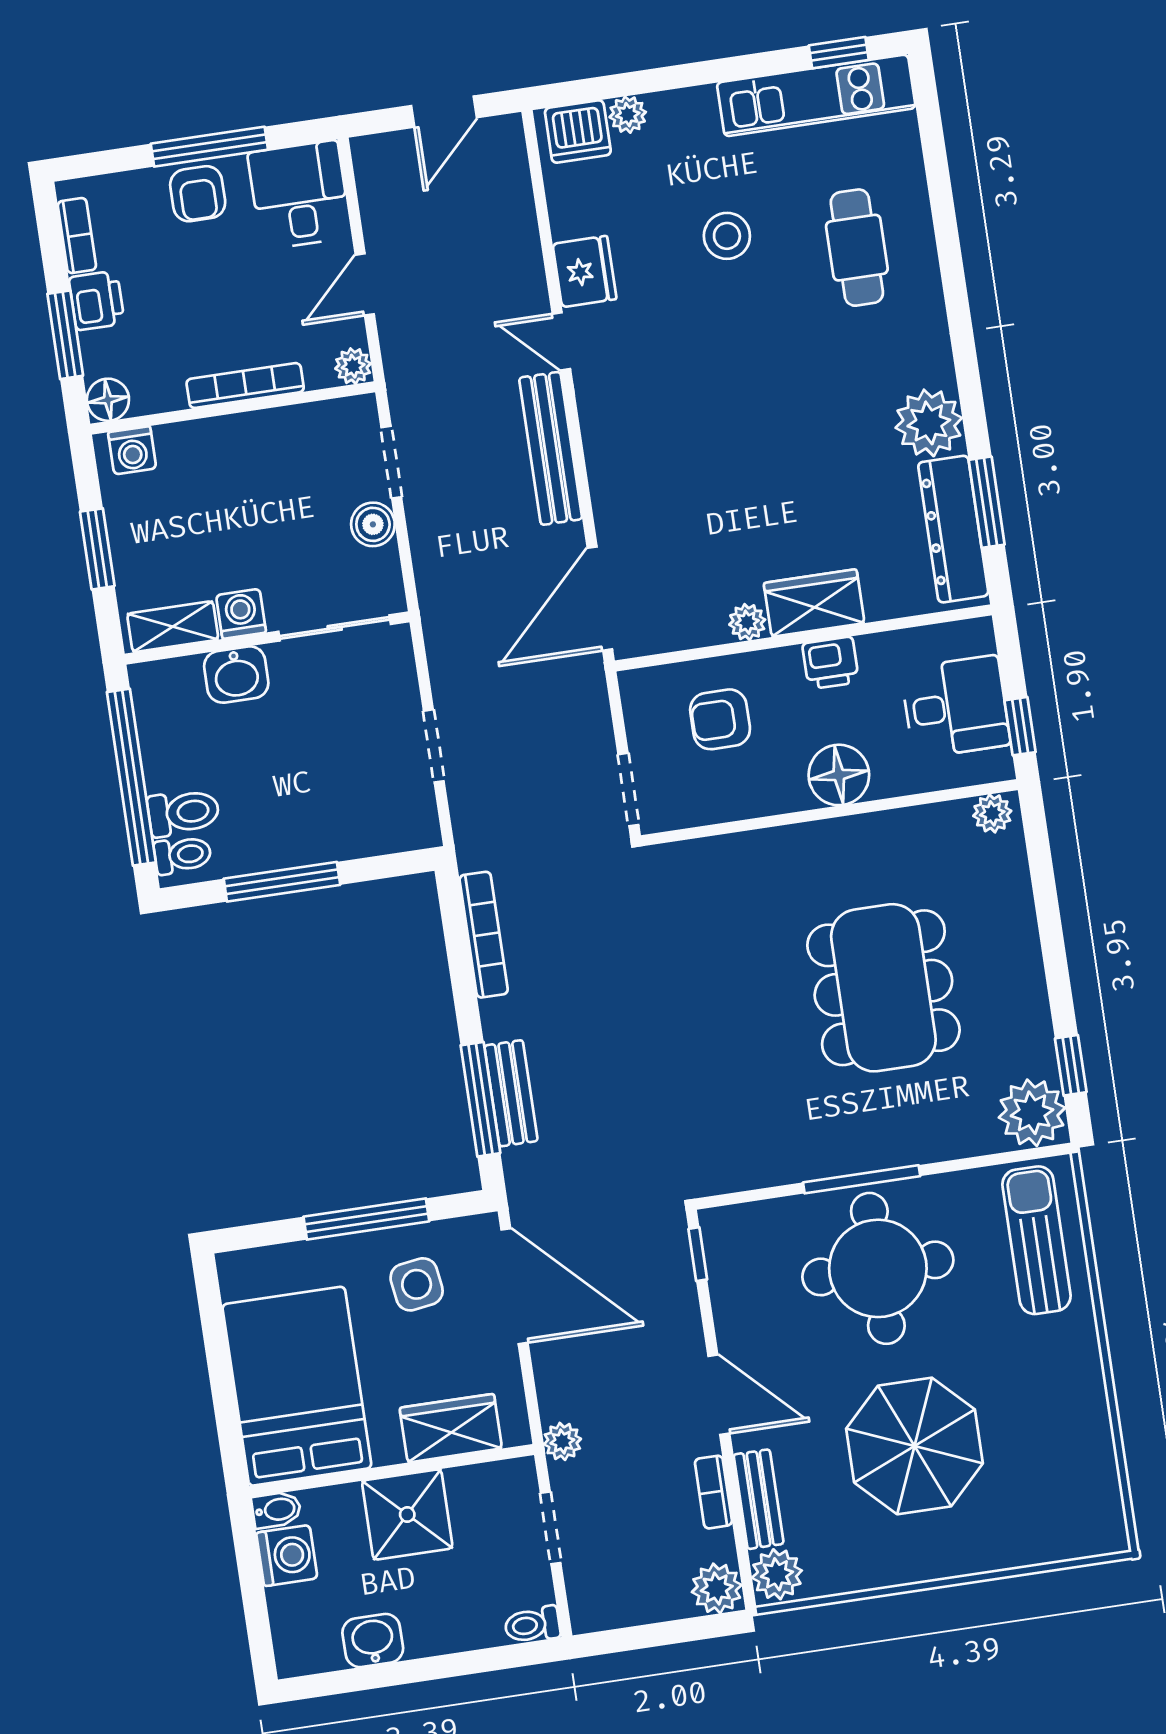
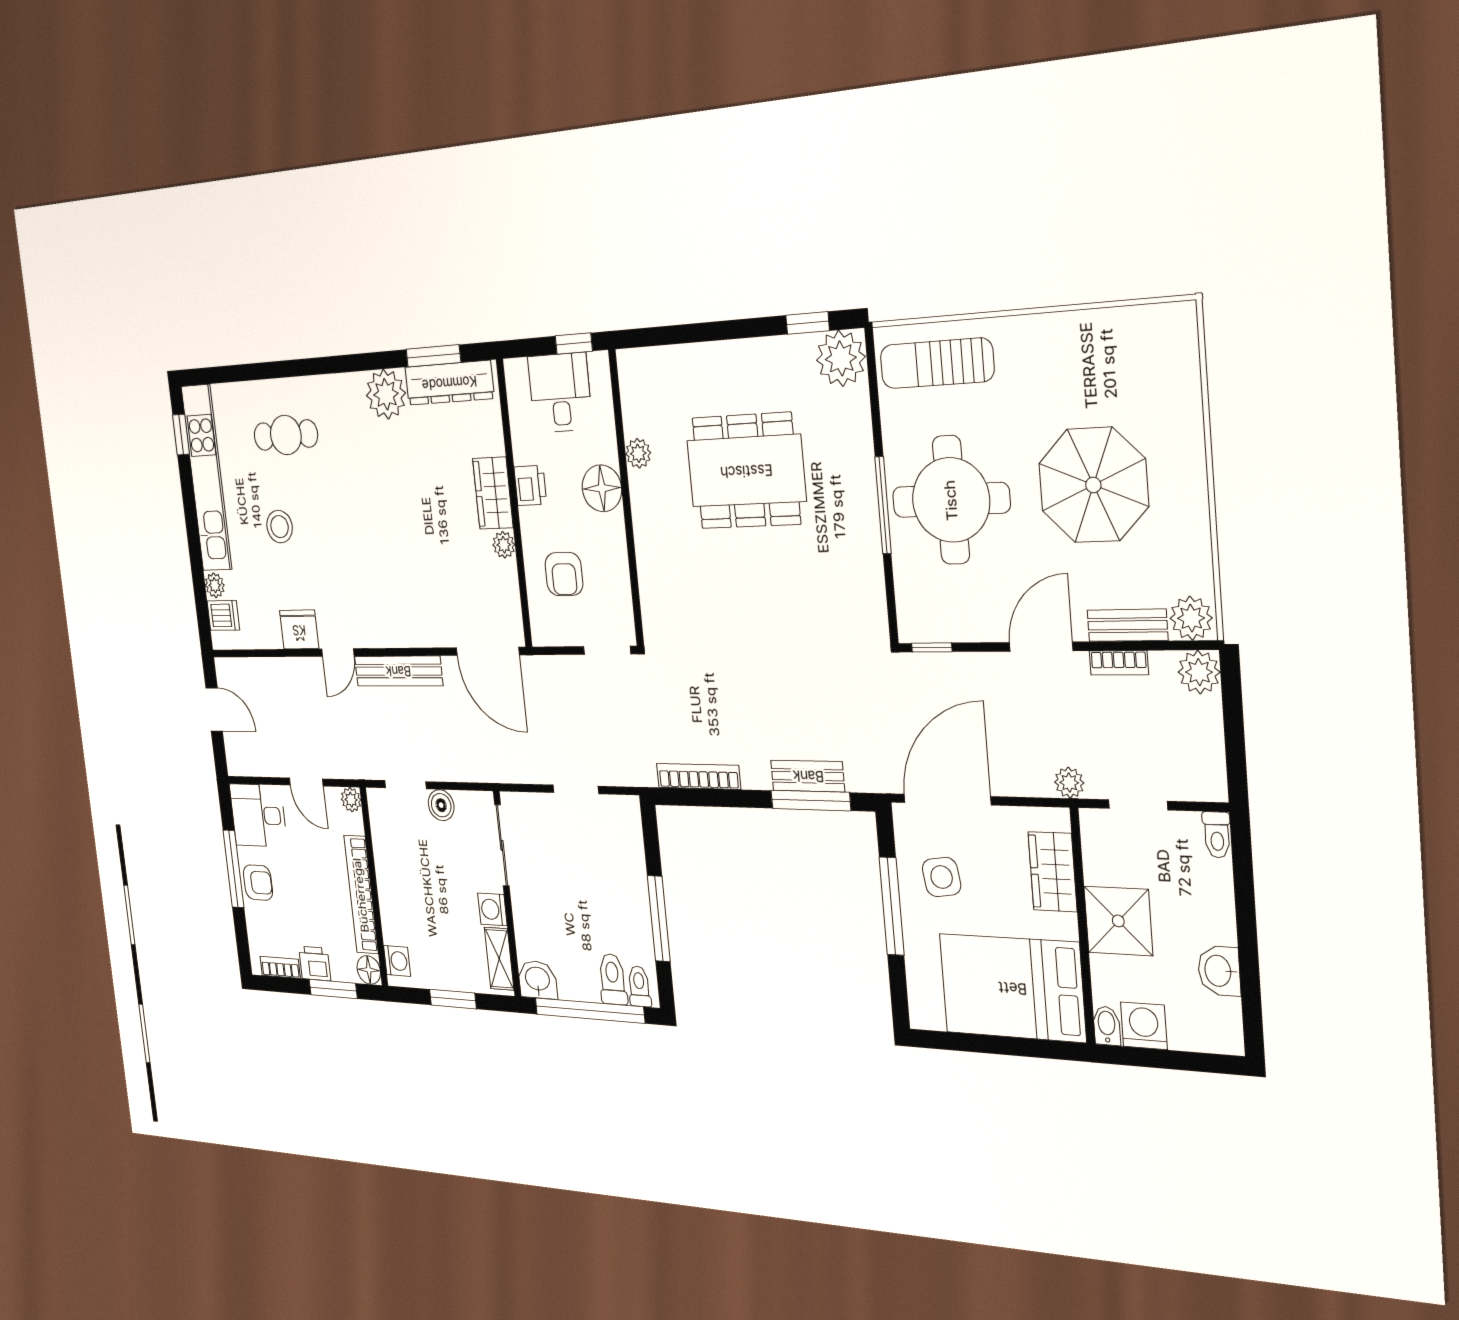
kitchen unit: (816, 95) -> (207, 478), width x1.36
dishwasher: (578, 132) -> (223, 615), width x0.73
bookcase: (245, 386) -> (361, 895), width x1.48, depth x1.31
washbasin: (236, 675) -> (538, 980), moved, turned -90
plant: (992, 813) -> (638, 453), moved

